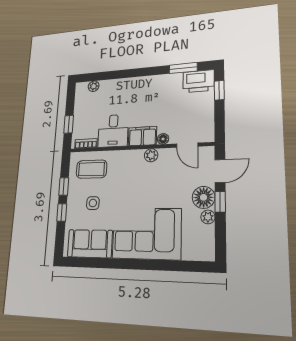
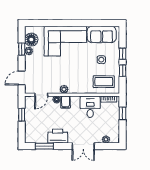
double door: (126, 74) -> (83, 146), added
printer: (199, 81) -> (58, 136), moved
window: (219, 90) -> (22, 115), moved
filing cabinet: (142, 136) -> (66, 102), width x0.50
door: (187, 145) -> (41, 95), swing flipped
floor lamp: (204, 197) -> (31, 40), moved
window: (220, 202) -> (22, 49), moved

